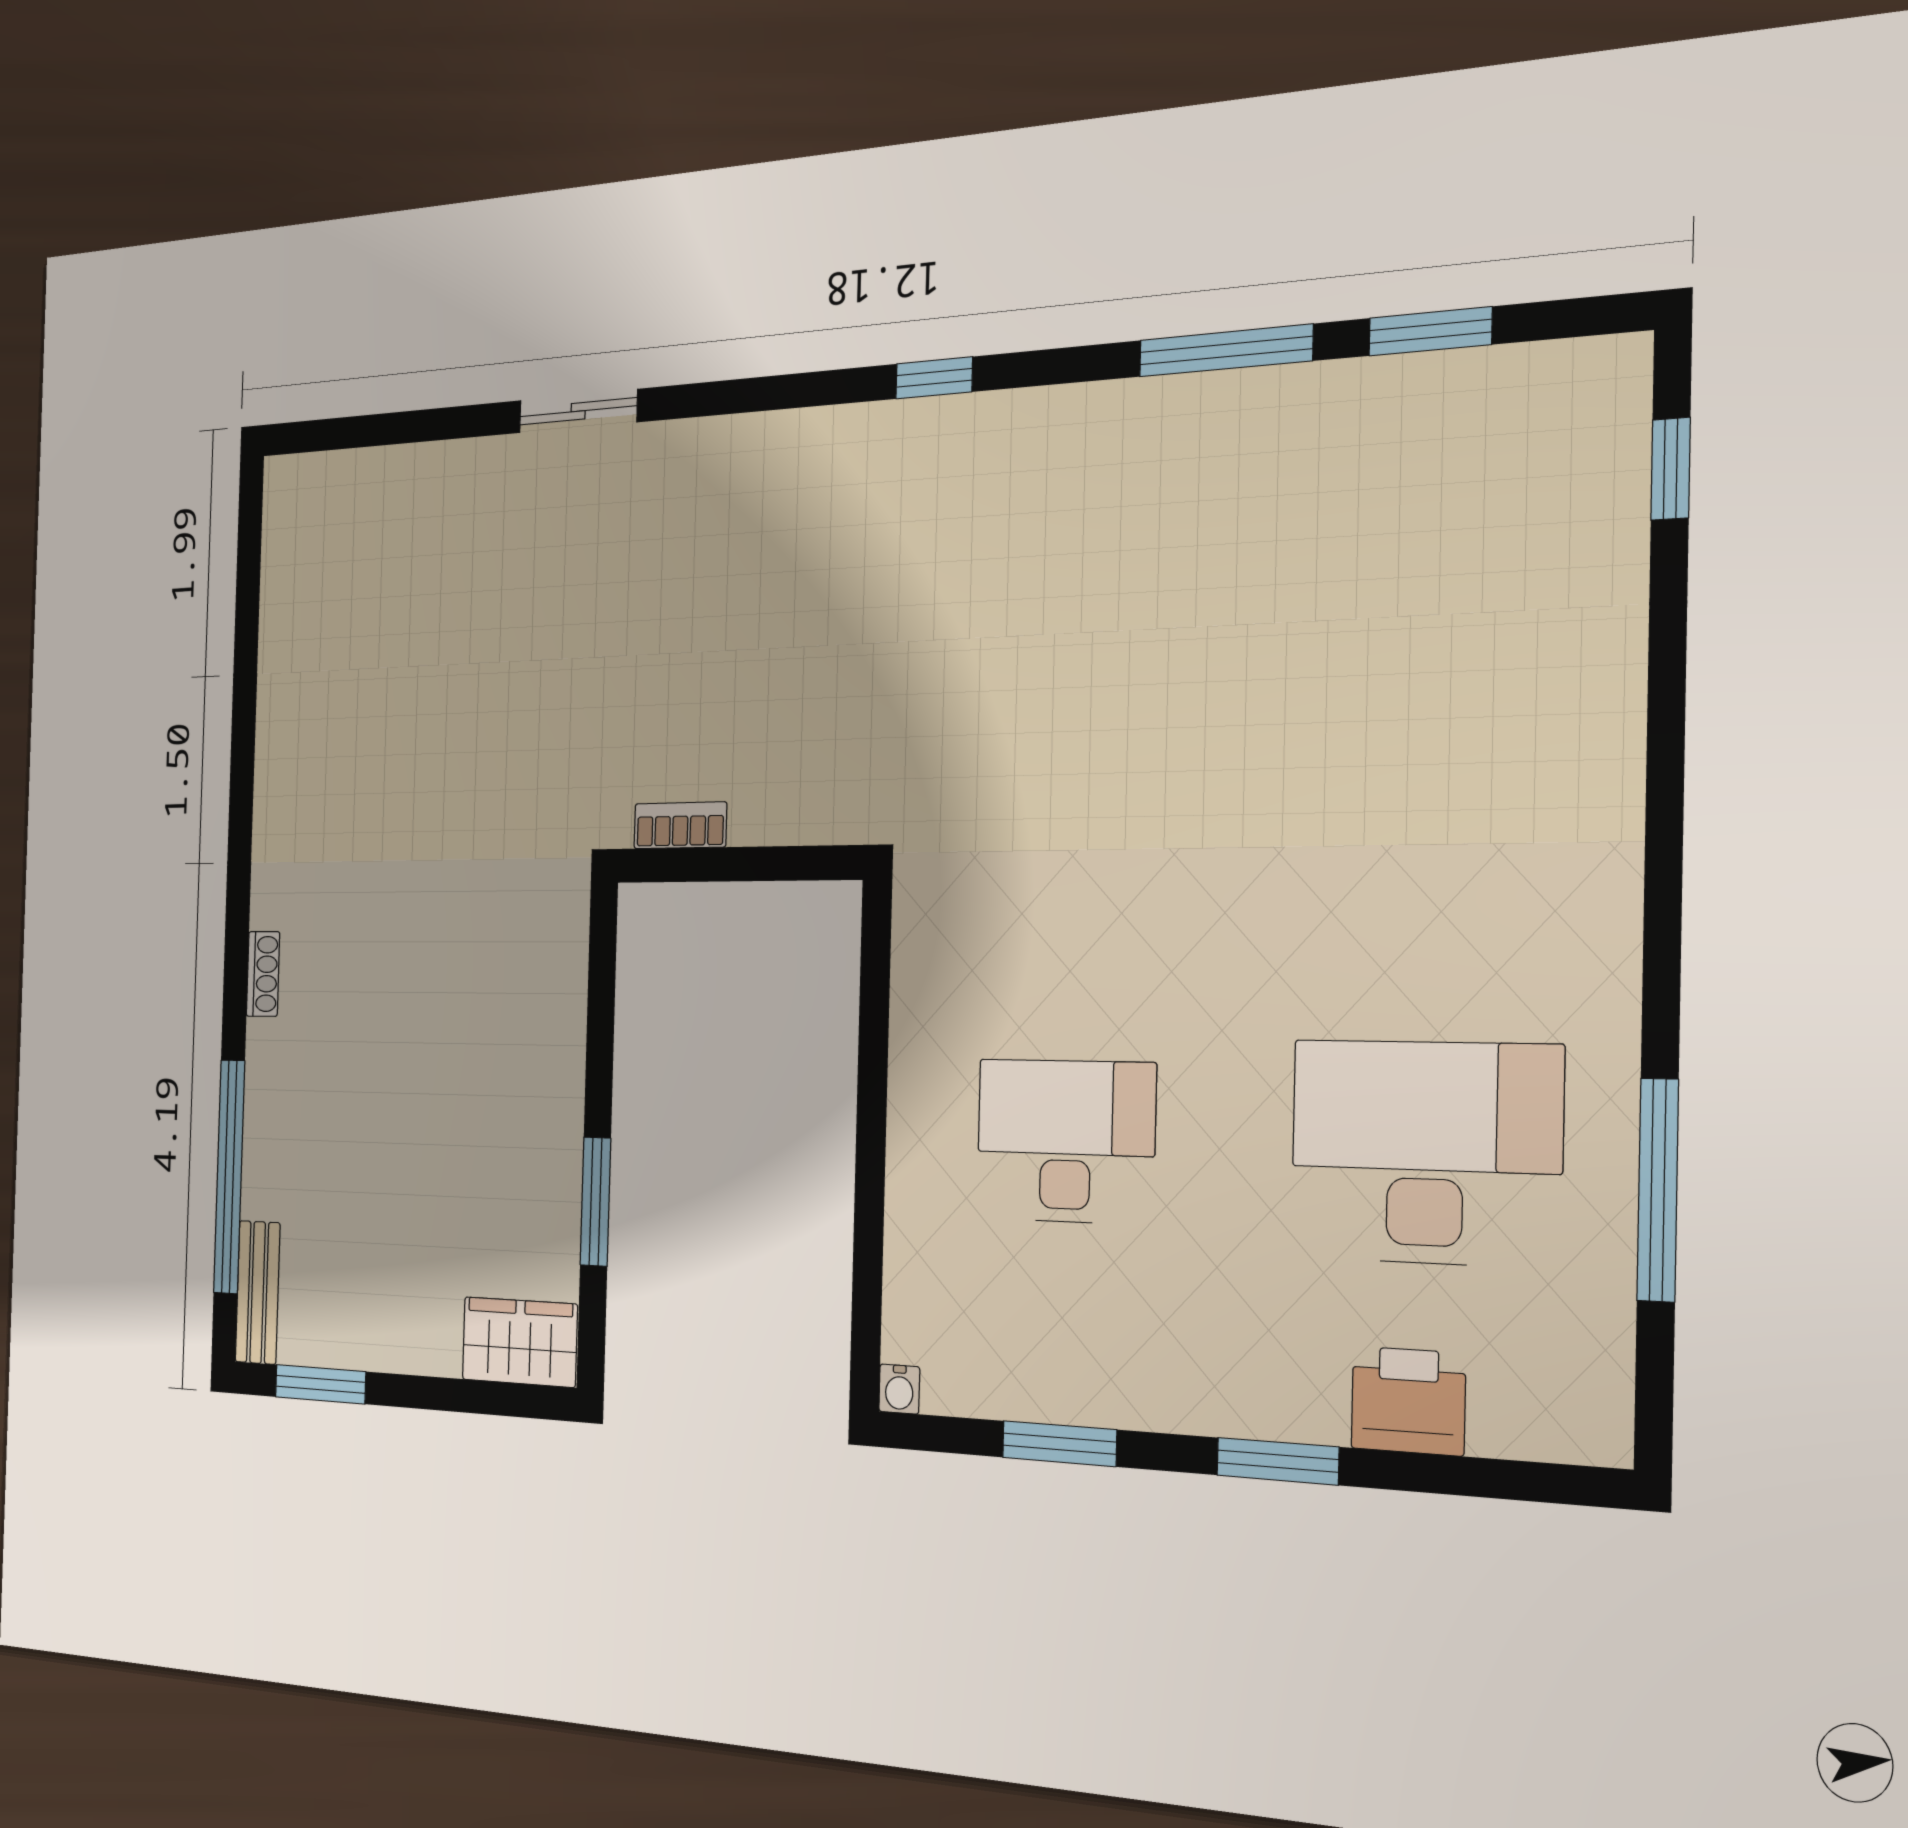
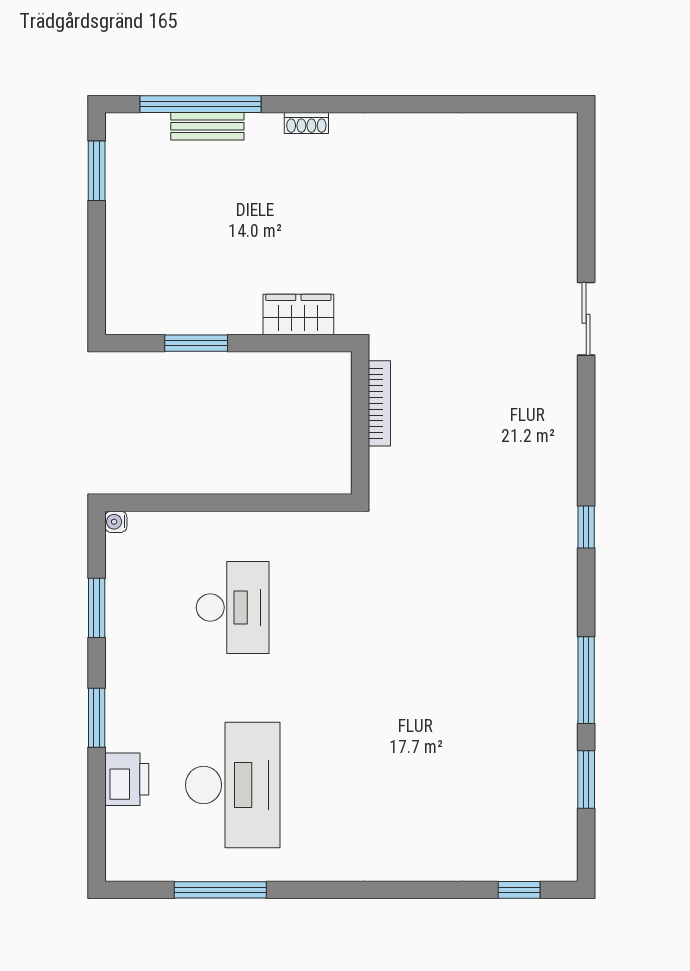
bookcase: (680, 825) -> (379, 403), width x1.56
bench: (258, 1292) -> (207, 126), moved
wardrobe: (520, 1342) -> (298, 315), moved, turned -90

